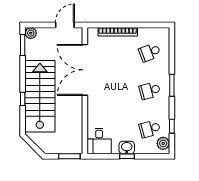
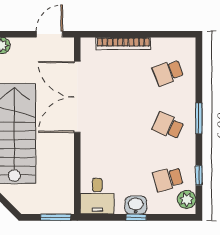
school desk: (150, 91) -> (168, 126), turned 39

